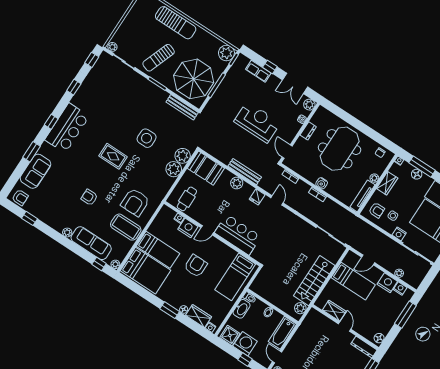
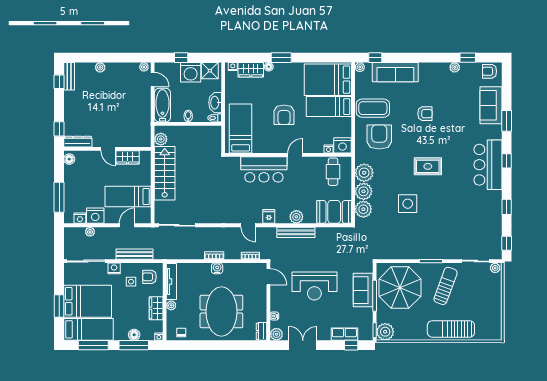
window: (270, 67) -> (351, 345), moved
sofa: (223, 95) -> (363, 290), added
bench: (182, 107) -> (134, 254), moved
dresser: (308, 131) -> (262, 331), moved
plant: (164, 183) -> (364, 173), added
nightstand: (188, 228) -> (343, 145), moved
plant: (67, 233) -> (455, 67), moved

